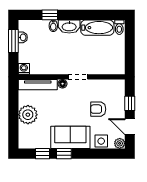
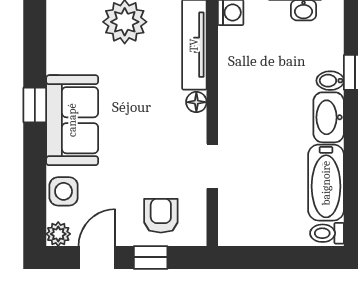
doorway: (78, 77) -> (212, 166), moved
armchair: (98, 109) -> (161, 216), moved
window: (43, 154) -> (35, 56), removed

